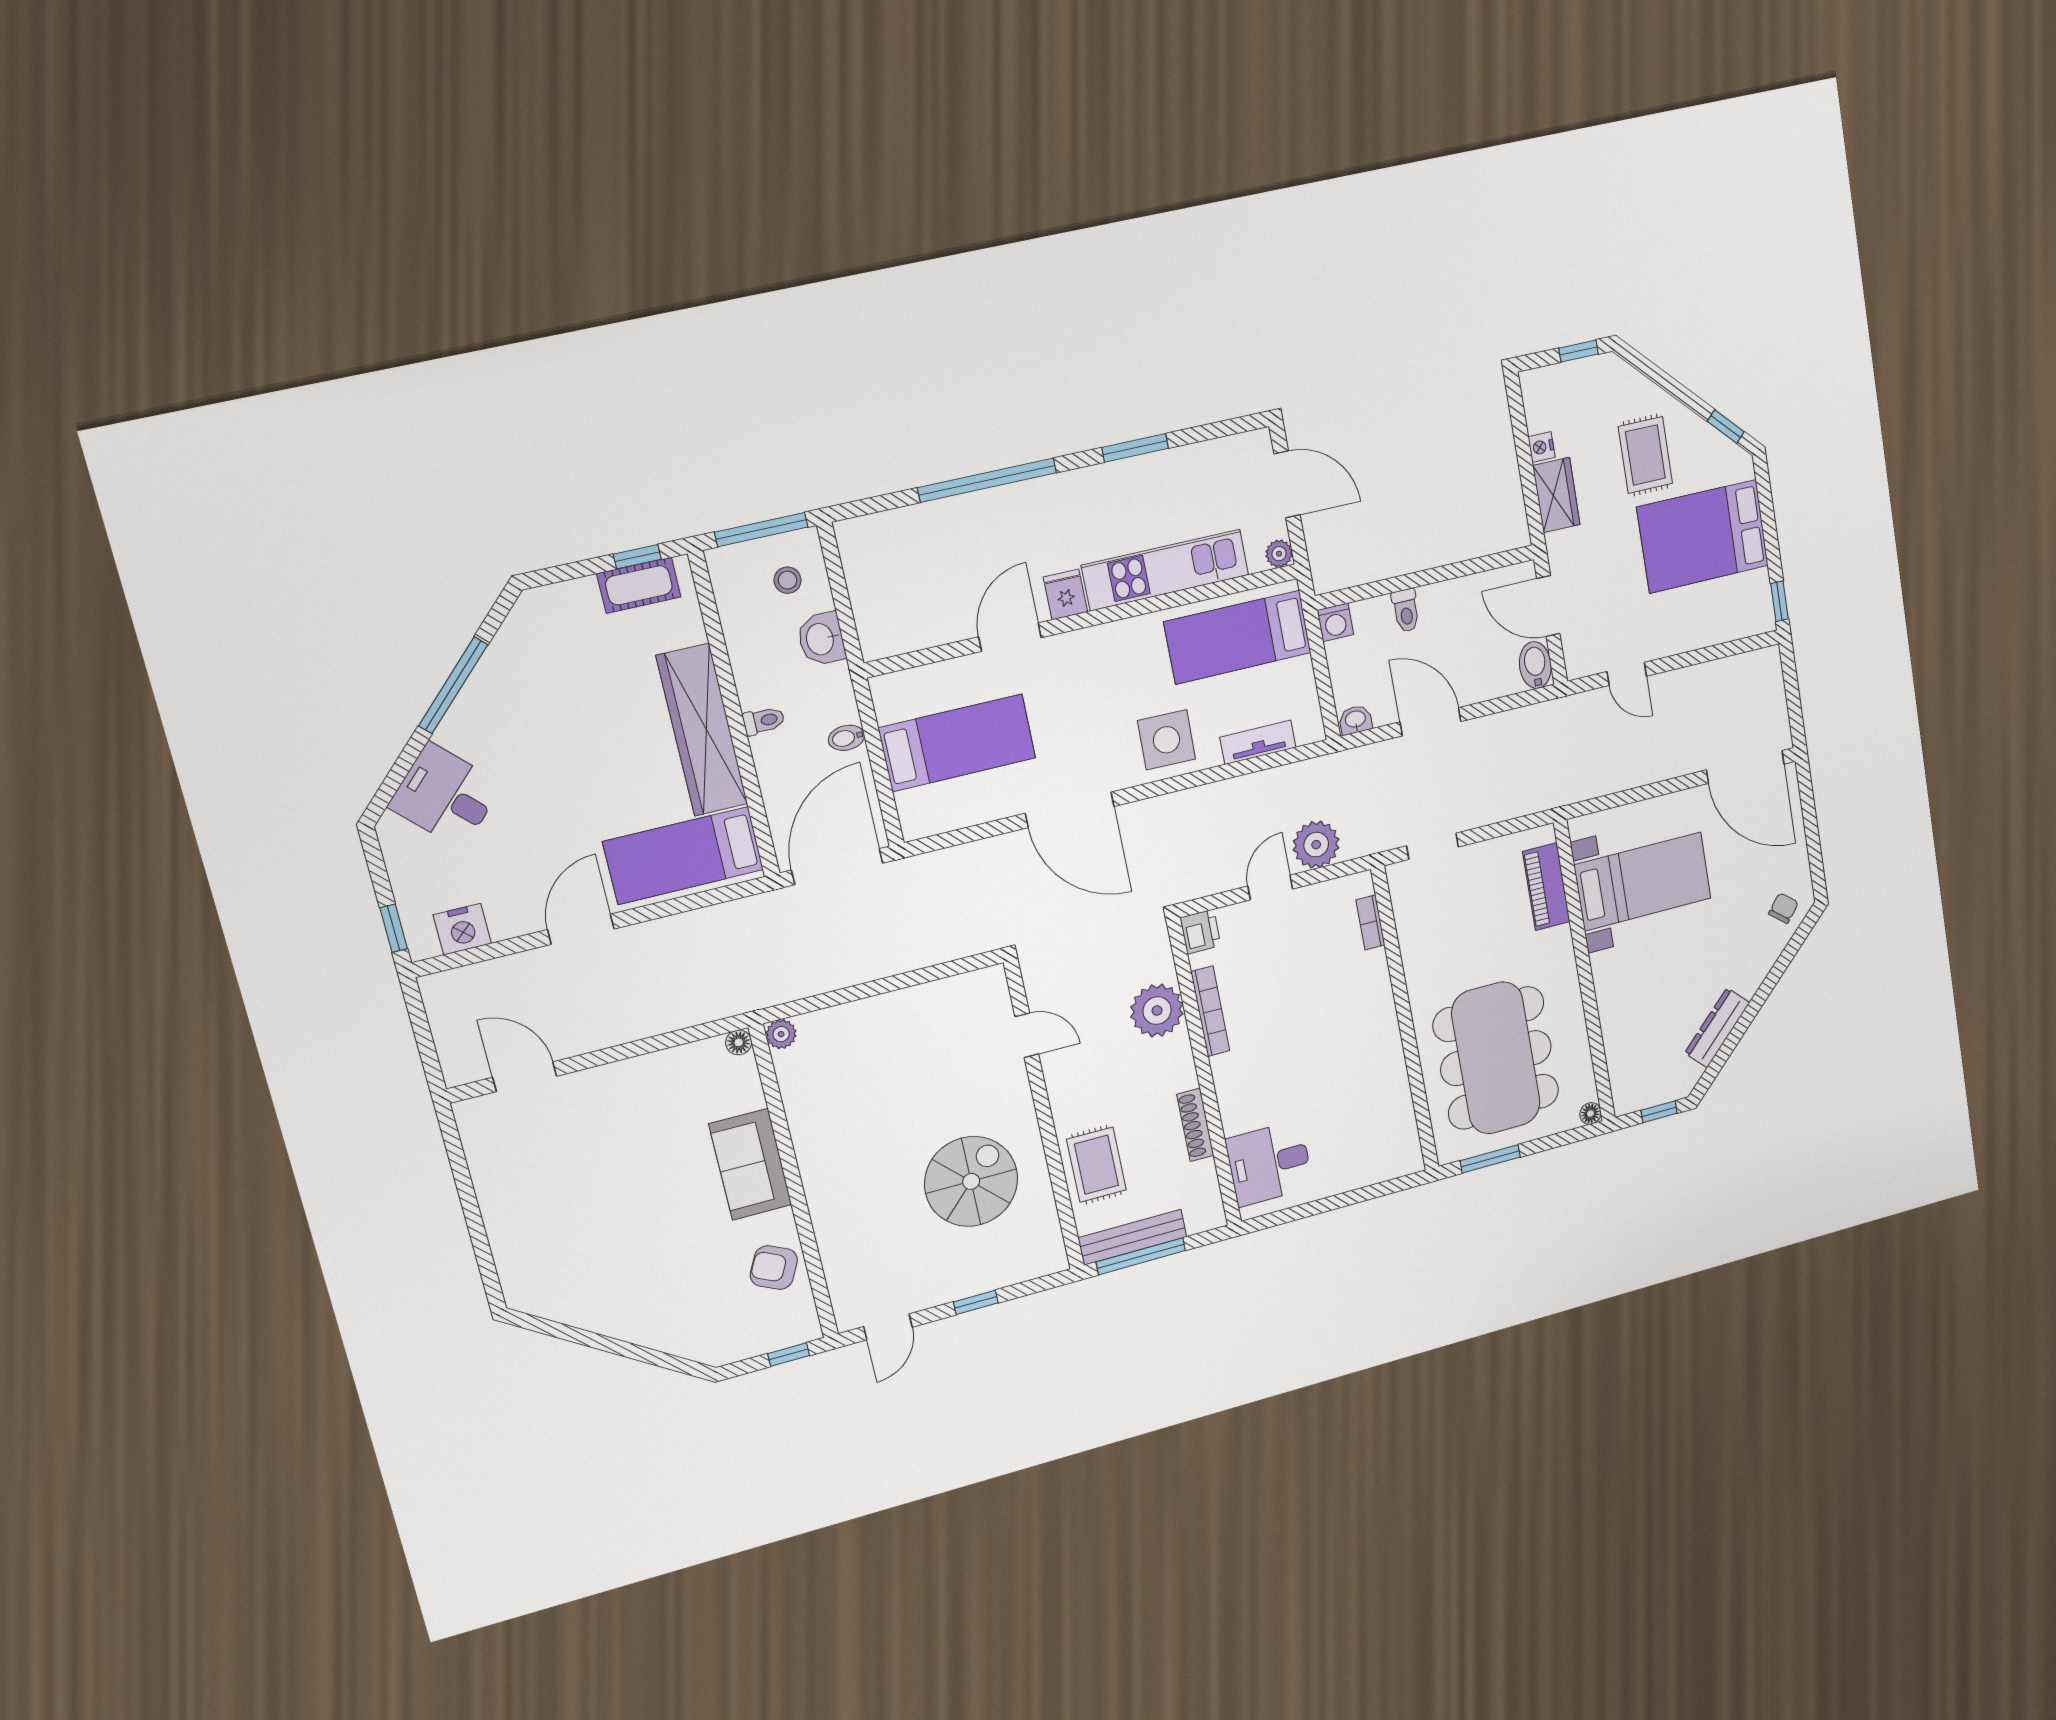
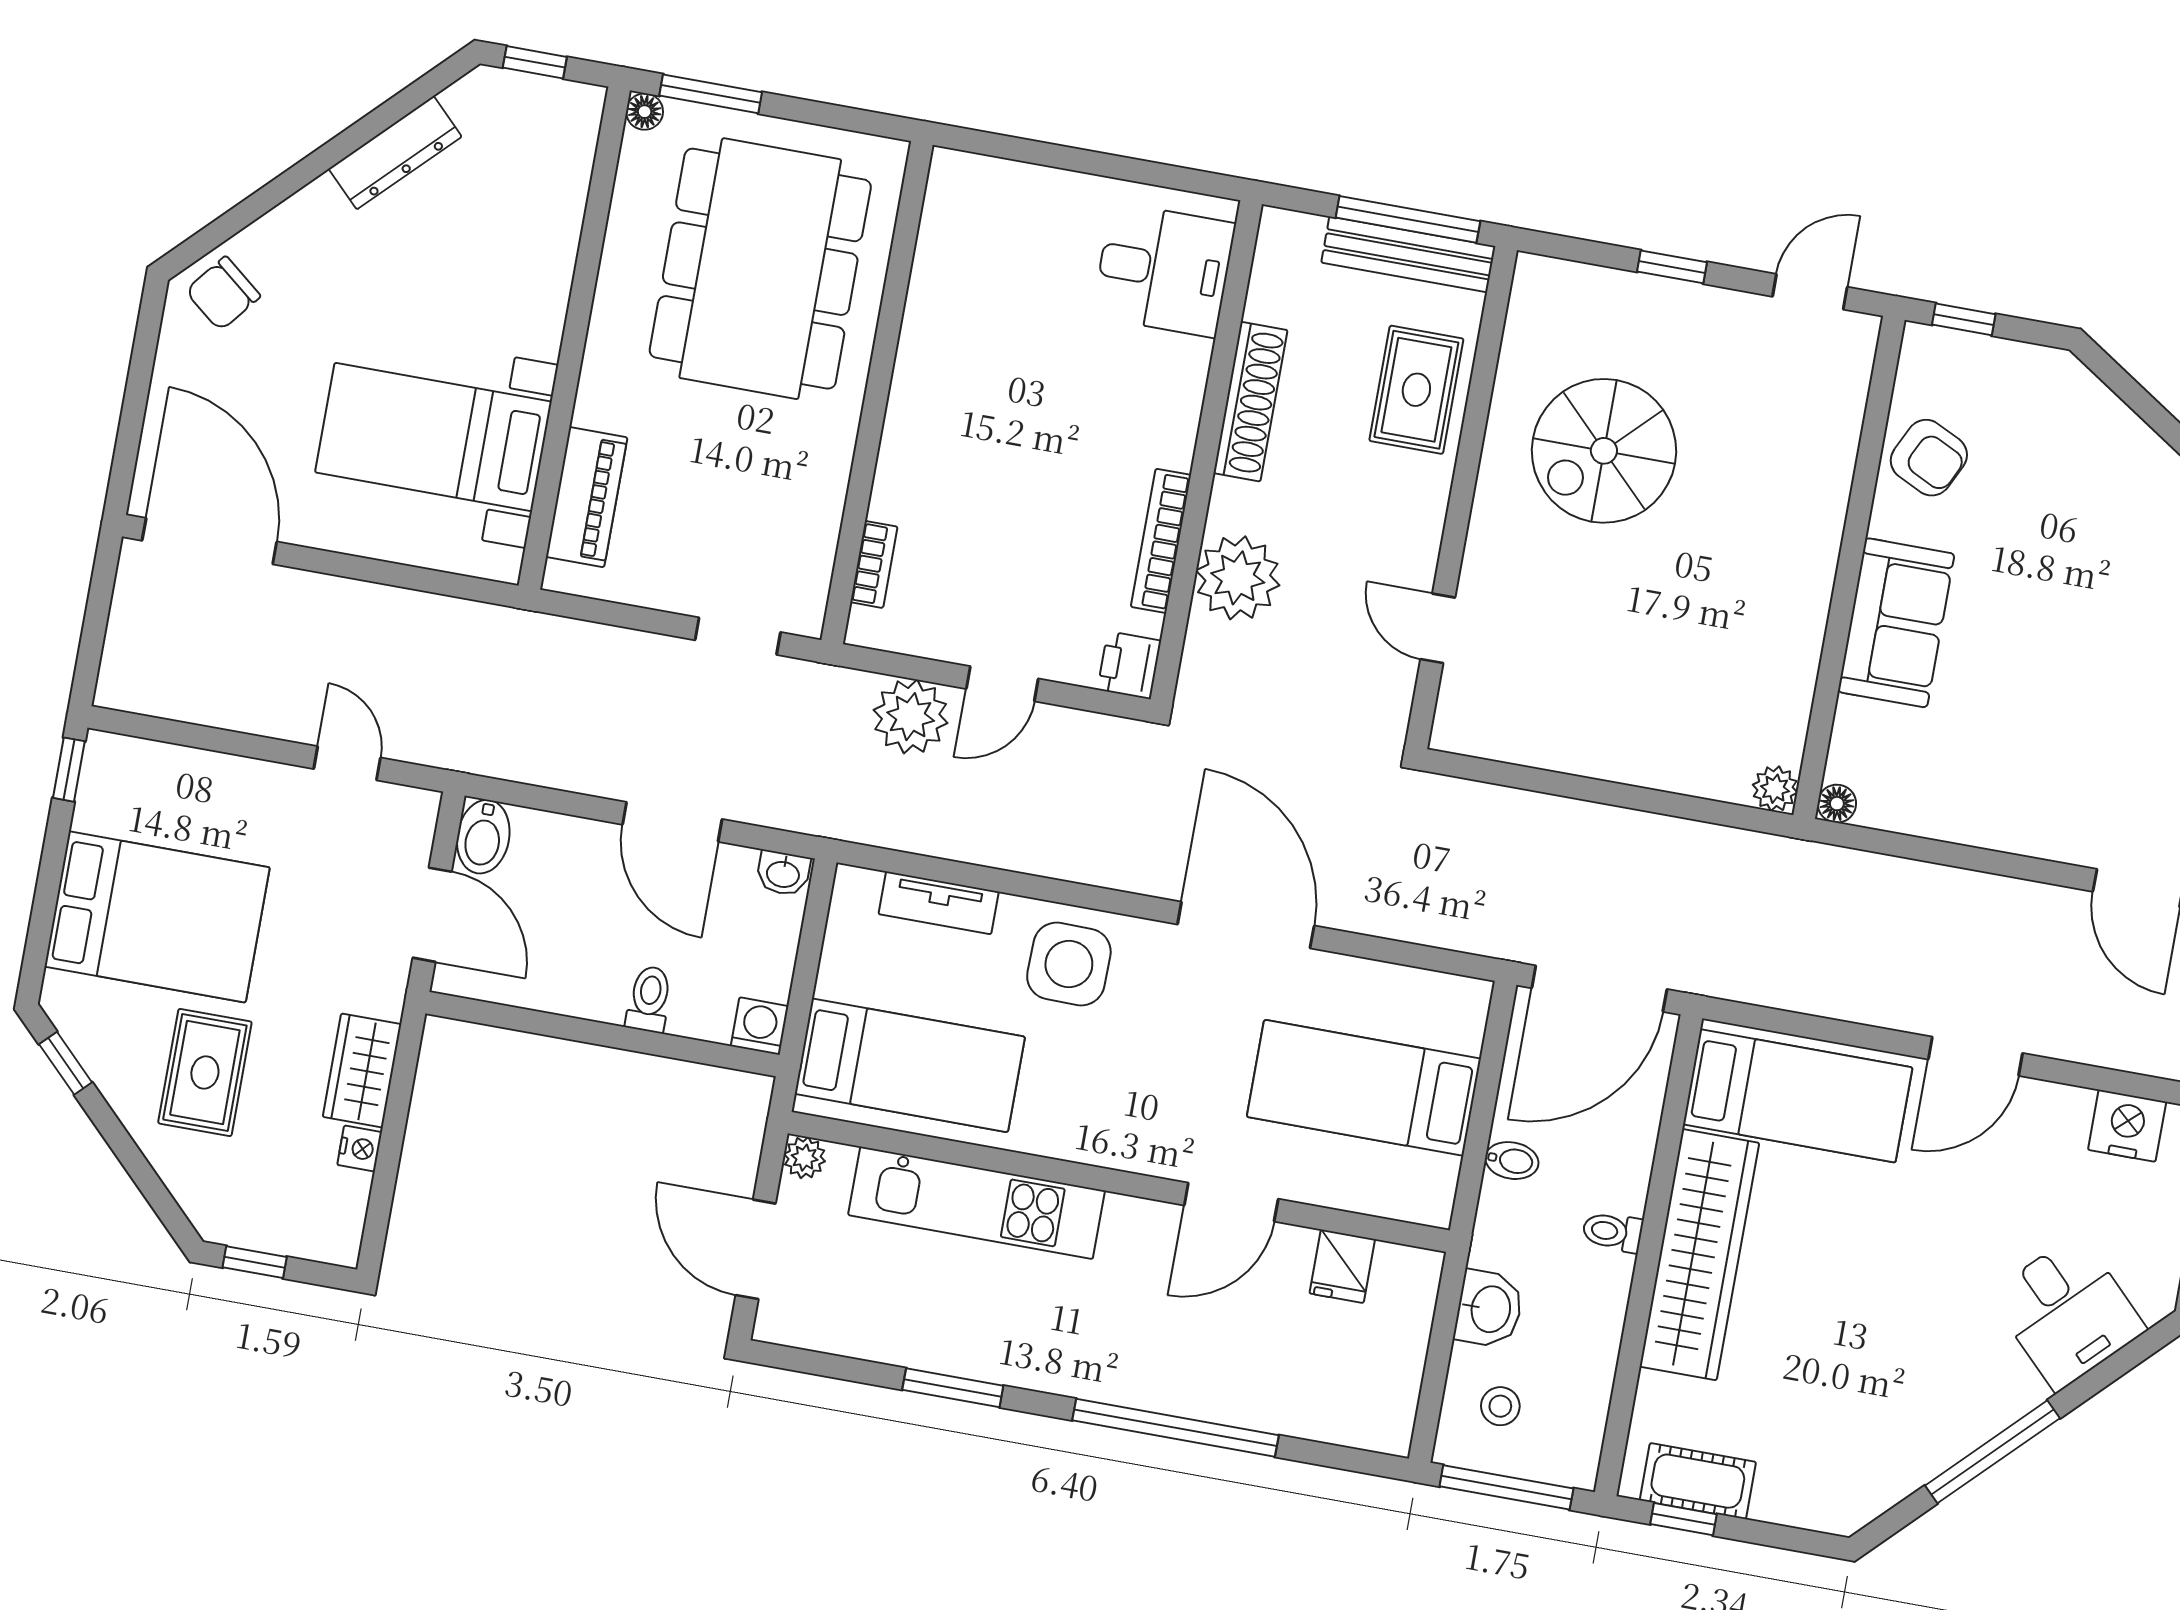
fridge: (1065, 594) -> (1342, 1266), moved
chair: (1783, 908) -> (223, 293), width x1.37, depth x1.37
shoe rack: (1195, 1125) -> (1250, 402), width x1.36, depth x1.24
window: (1490, 1159) -> (711, 94), moved

